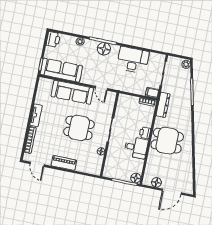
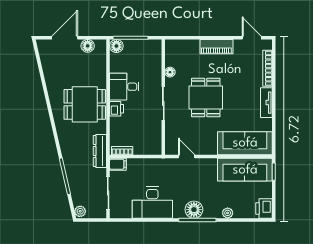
sofa: (72, 92) -> (245, 143), moved
dining table: (79, 128) -> (206, 97), turned 90

